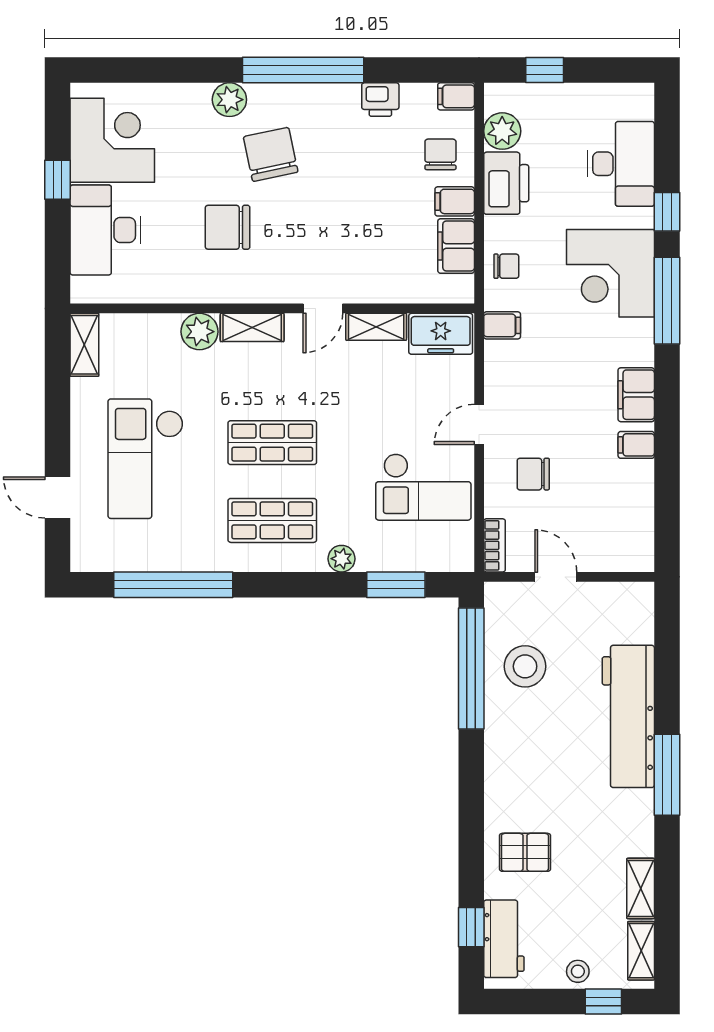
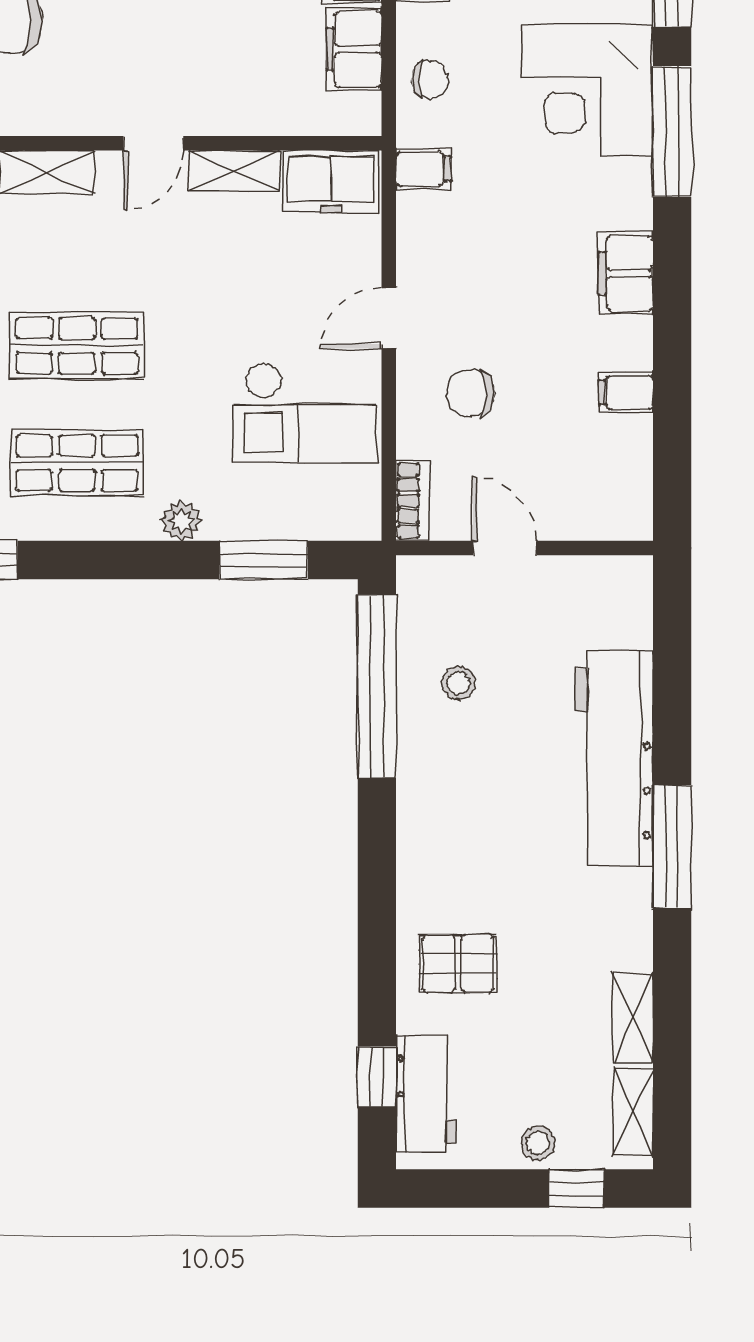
filing cabinet: (636, 445) -> (626, 392), moved
stool: (525, 666) -> (458, 683), width x0.53, depth x0.53

